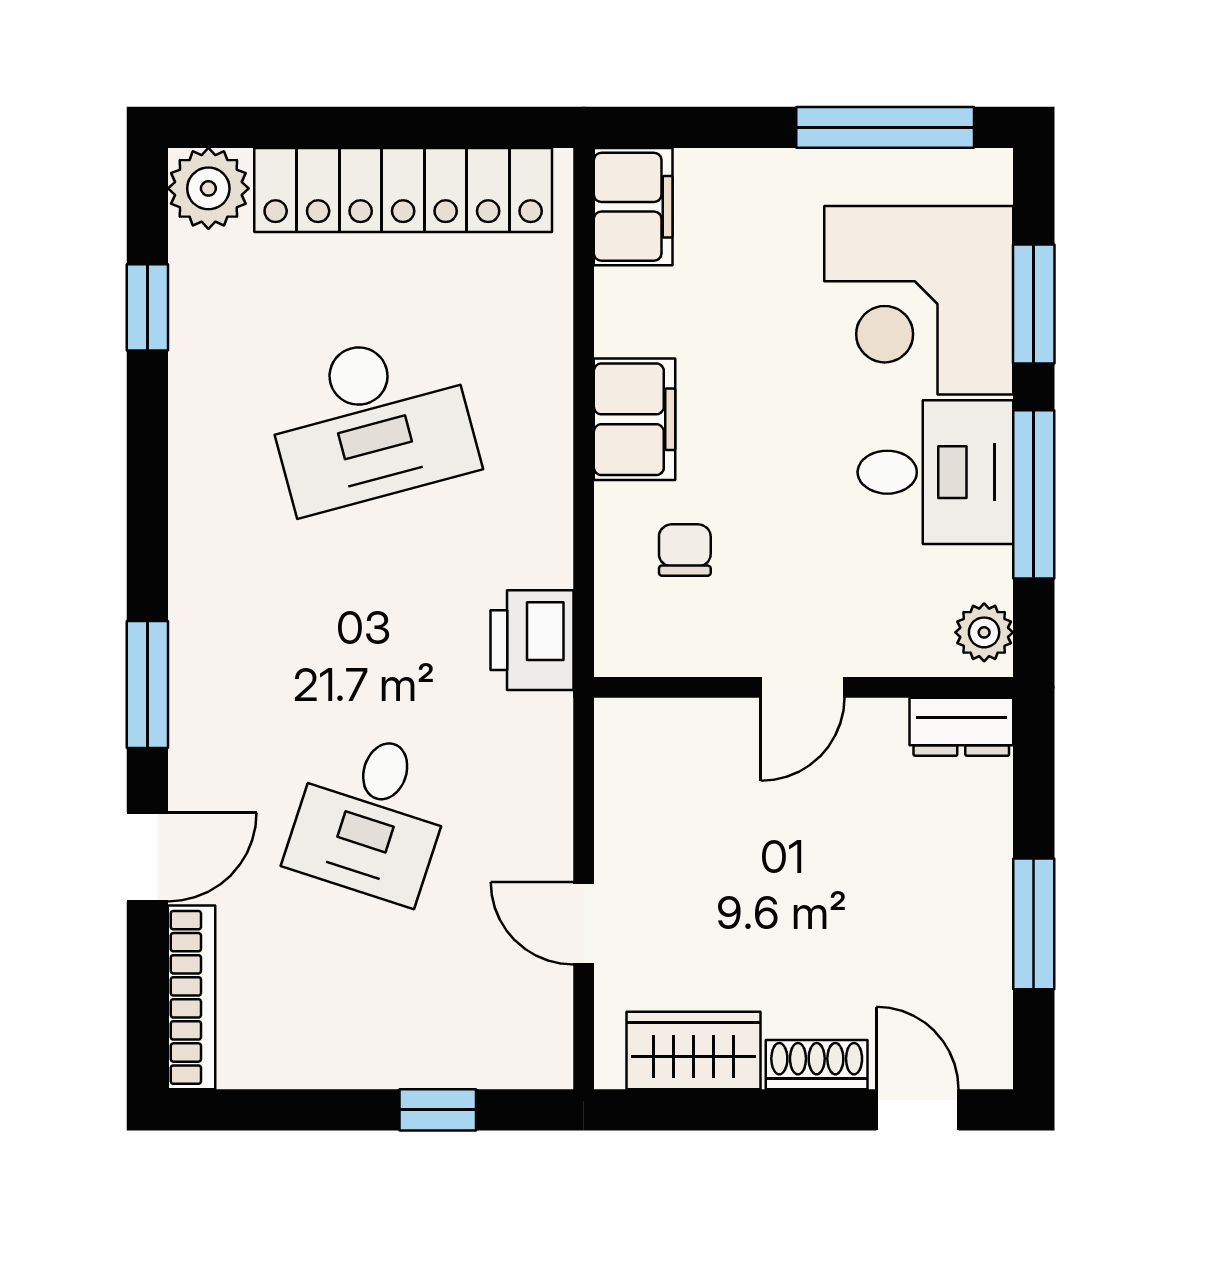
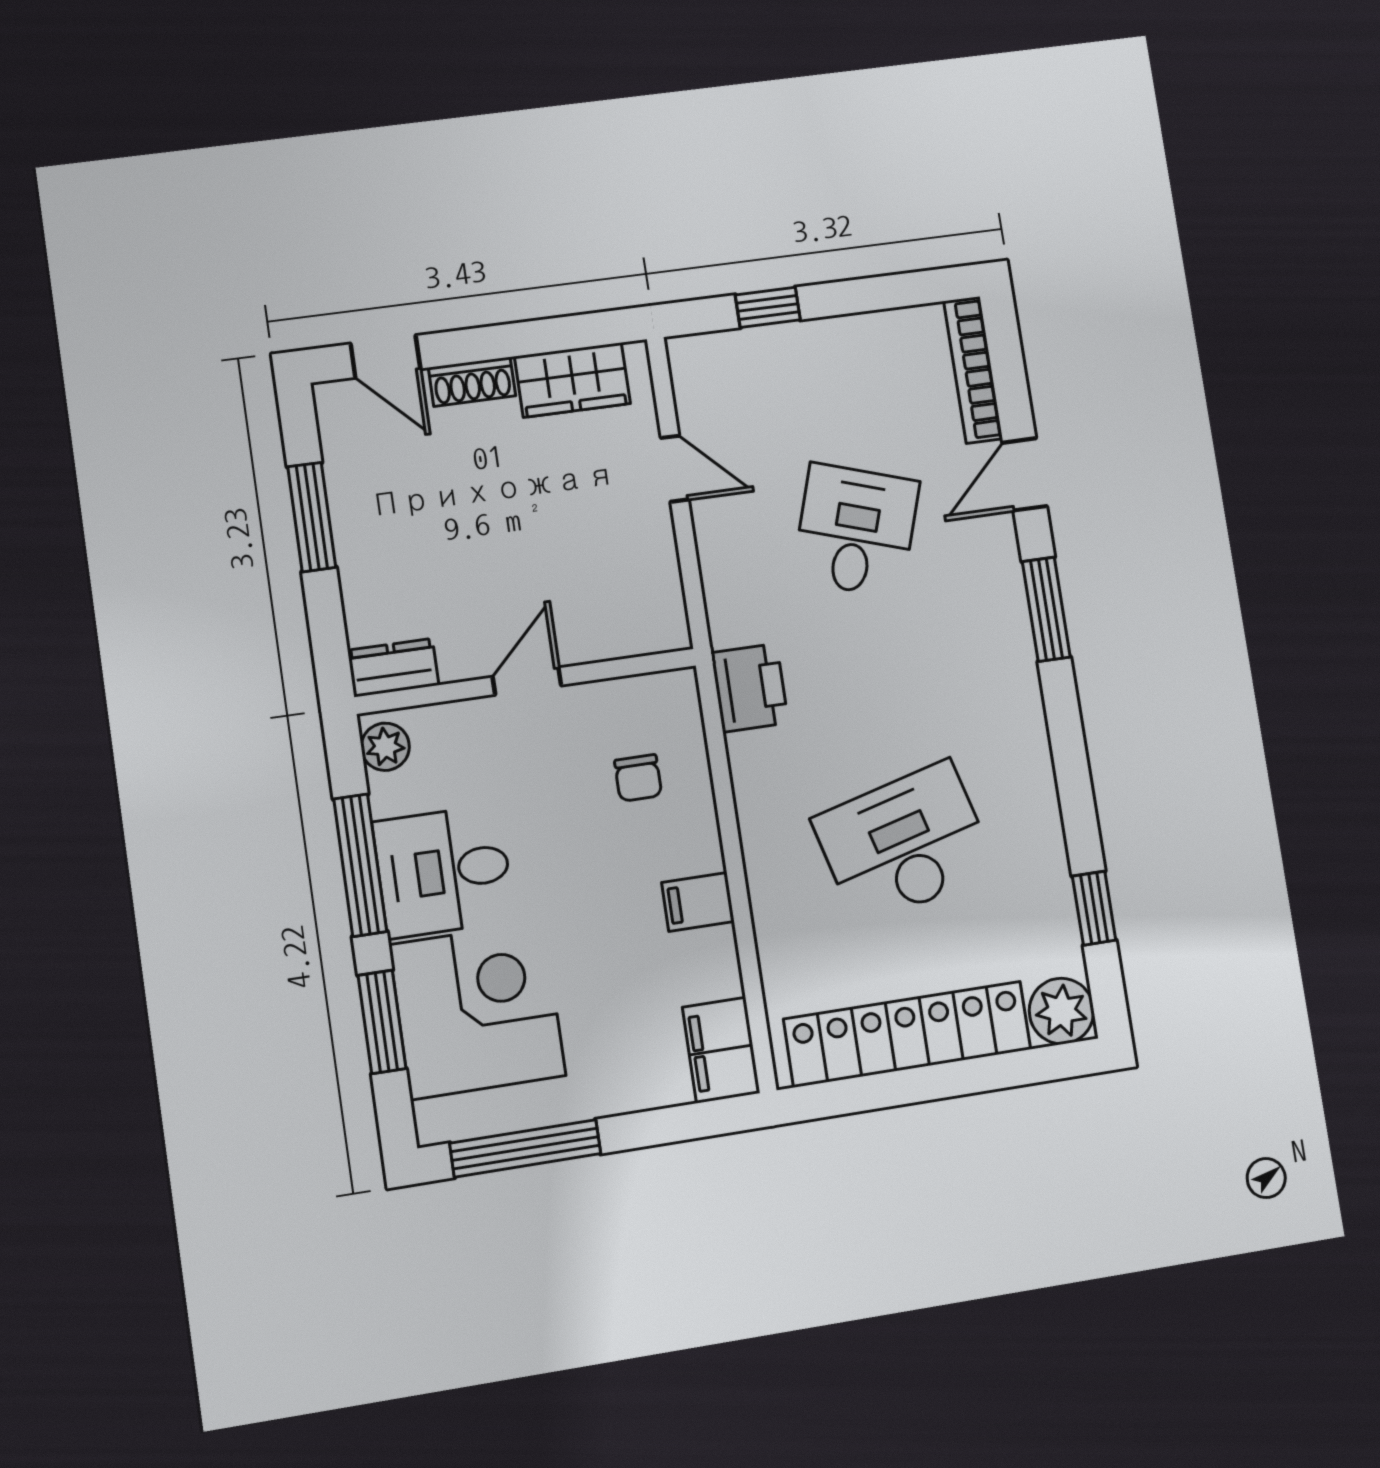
filing cabinet: (634, 419) -> (698, 902), width x0.50

